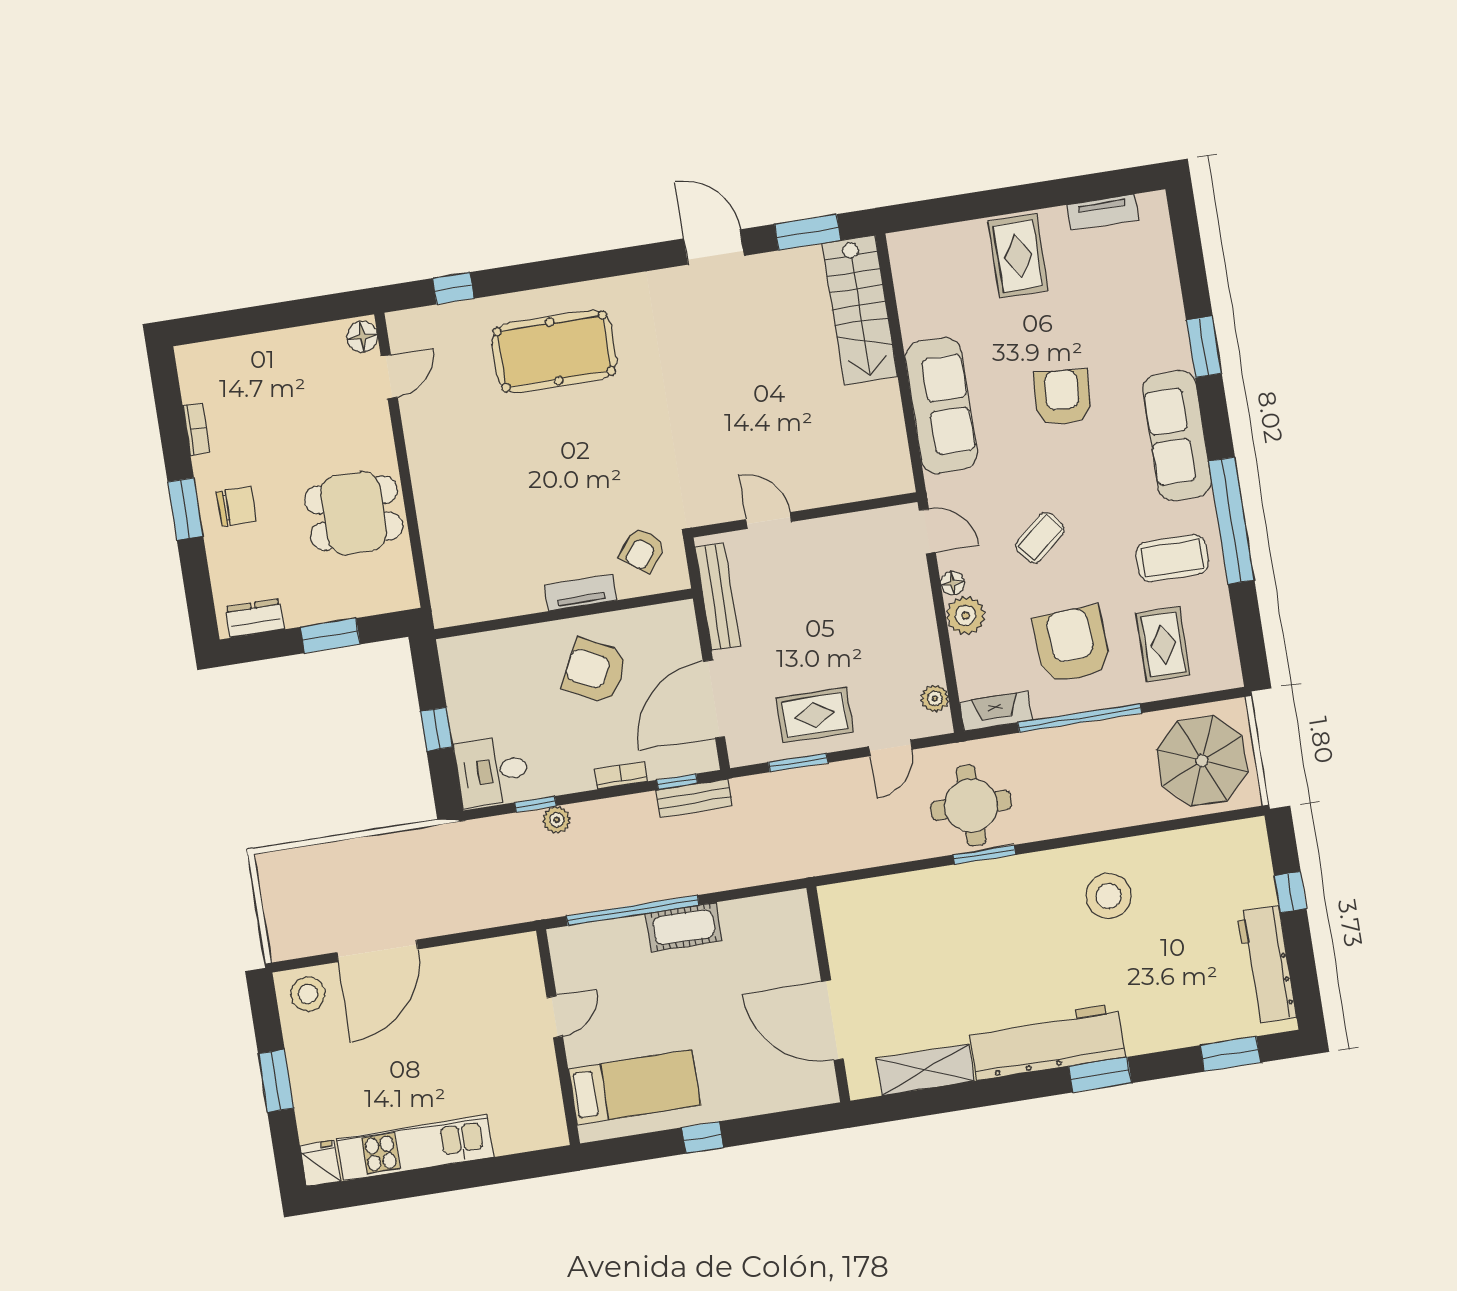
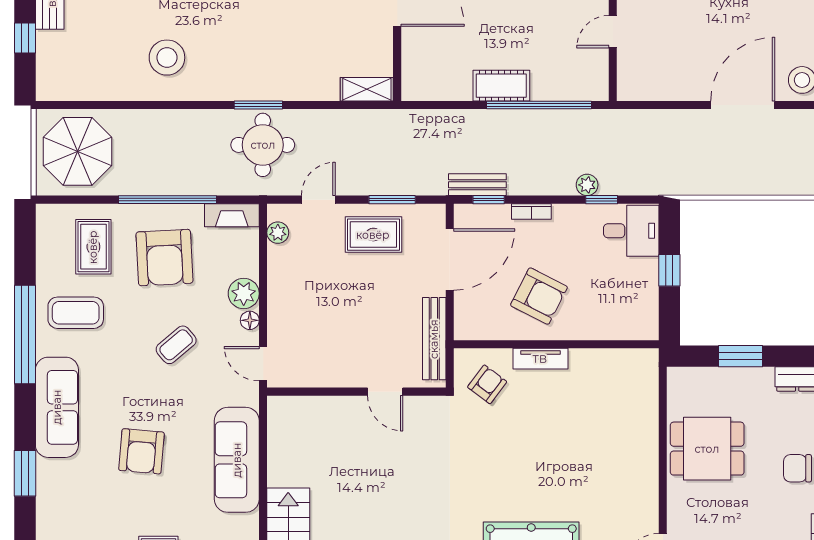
shelving: (852, 896) -> (367, 89), added

